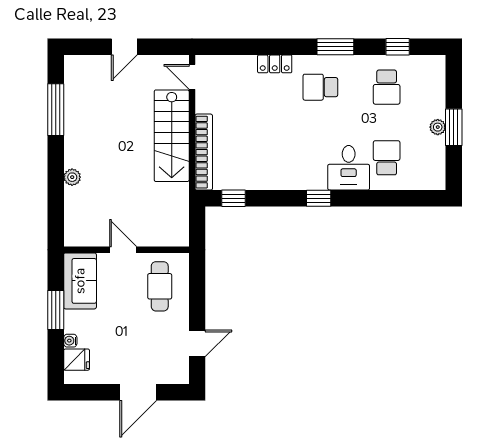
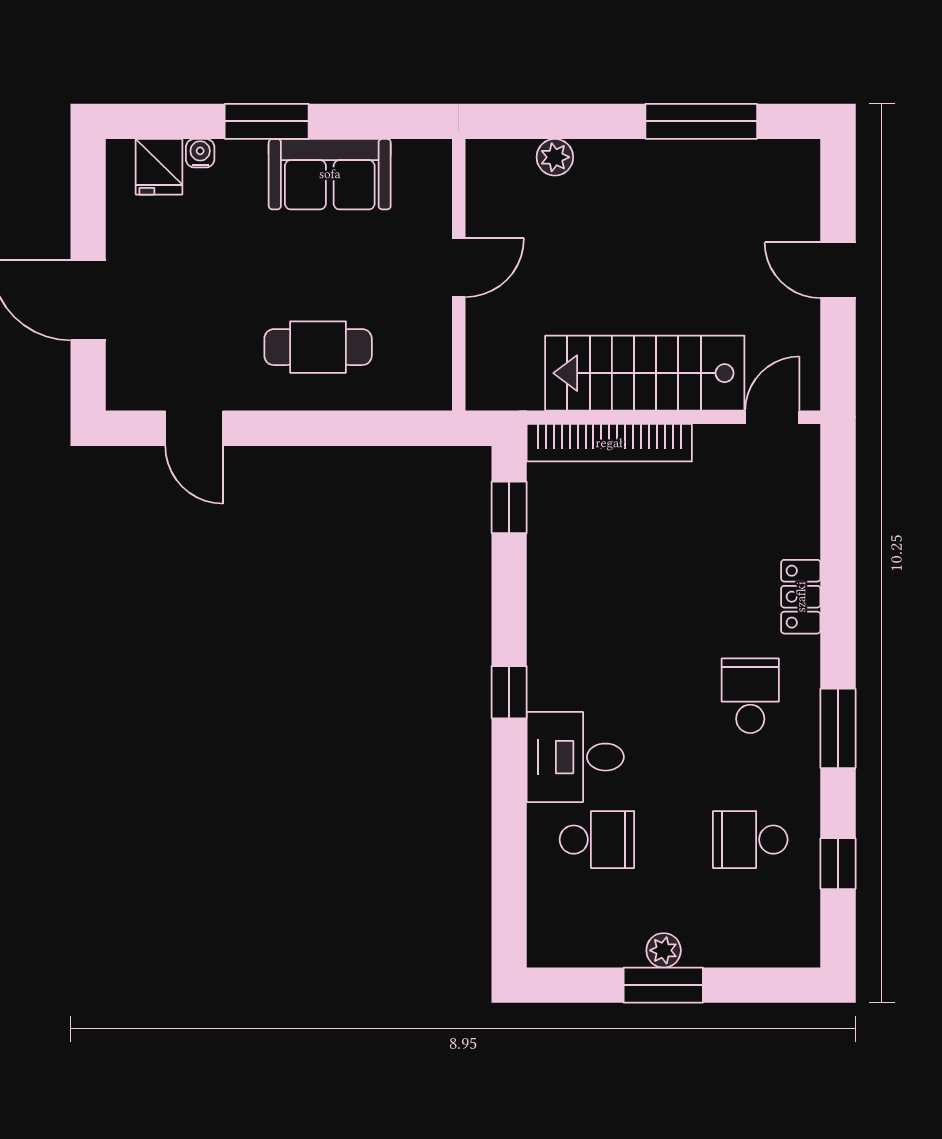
door: (123, 250) -> (459, 268), moved
wall: (126, 250) -> (459, 275), moved

